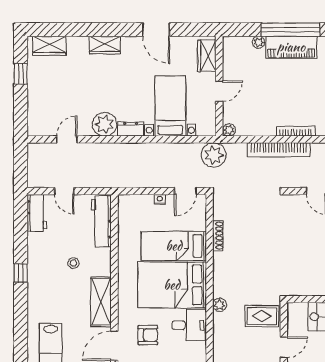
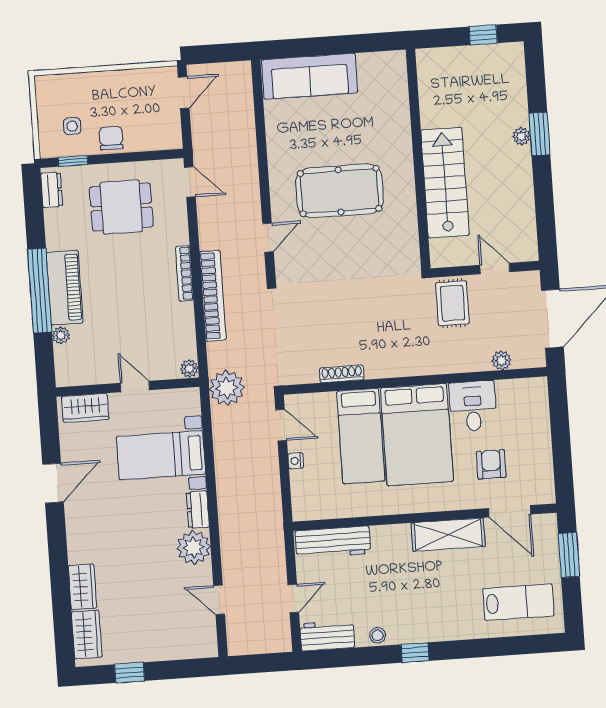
wardrobe: (105, 45) -> (82, 587), moved
stool: (73, 263) -> (378, 635), moved
plant: (220, 305) -> (502, 360), moved

